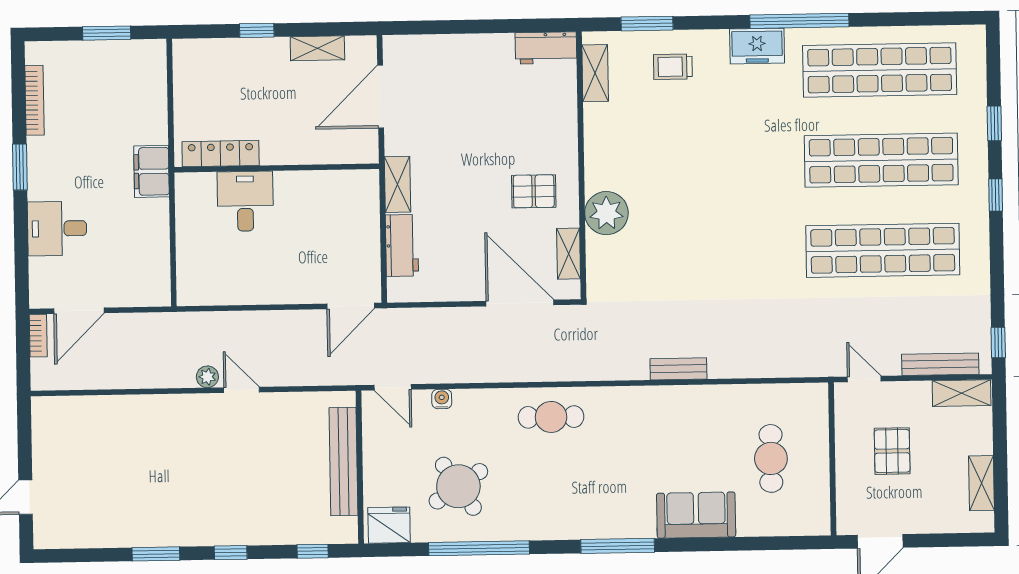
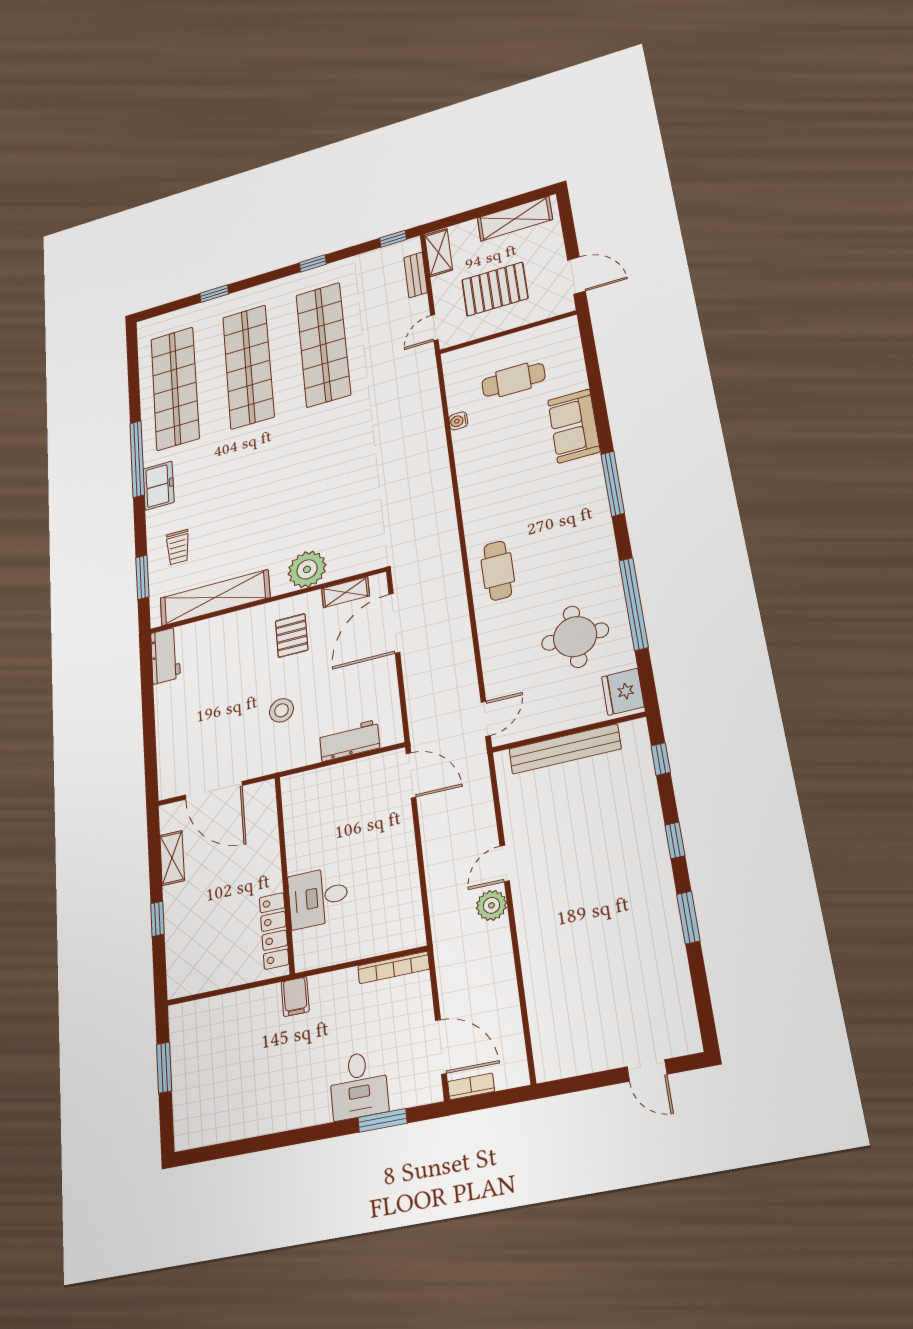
shelving: (595, 73) -> (215, 598), width x2.20, depth x1.33
bookcase: (34, 100) -> (393, 968), moved, turned 180
window: (20, 167) -> (382, 1120), moved
filing cabinet: (152, 171) -> (295, 997), width x0.50
stool: (452, 175) -> (281, 710), added
shelving: (397, 184) -> (293, 757), removed
window: (996, 195) -> (313, 263), moved
bench: (940, 364) -> (416, 275), width x0.73
bench: (678, 369) -> (441, 475), removed
plant: (207, 377) -> (491, 905), width x1.38, depth x1.38
water cooler: (442, 399) -> (458, 421), moved
pallet: (892, 451) -> (495, 289), width x1.50, depth x1.42
shelving: (981, 483) -> (515, 219), width x1.50, depth x1.33
round table: (458, 486) -> (575, 637), turned 34

